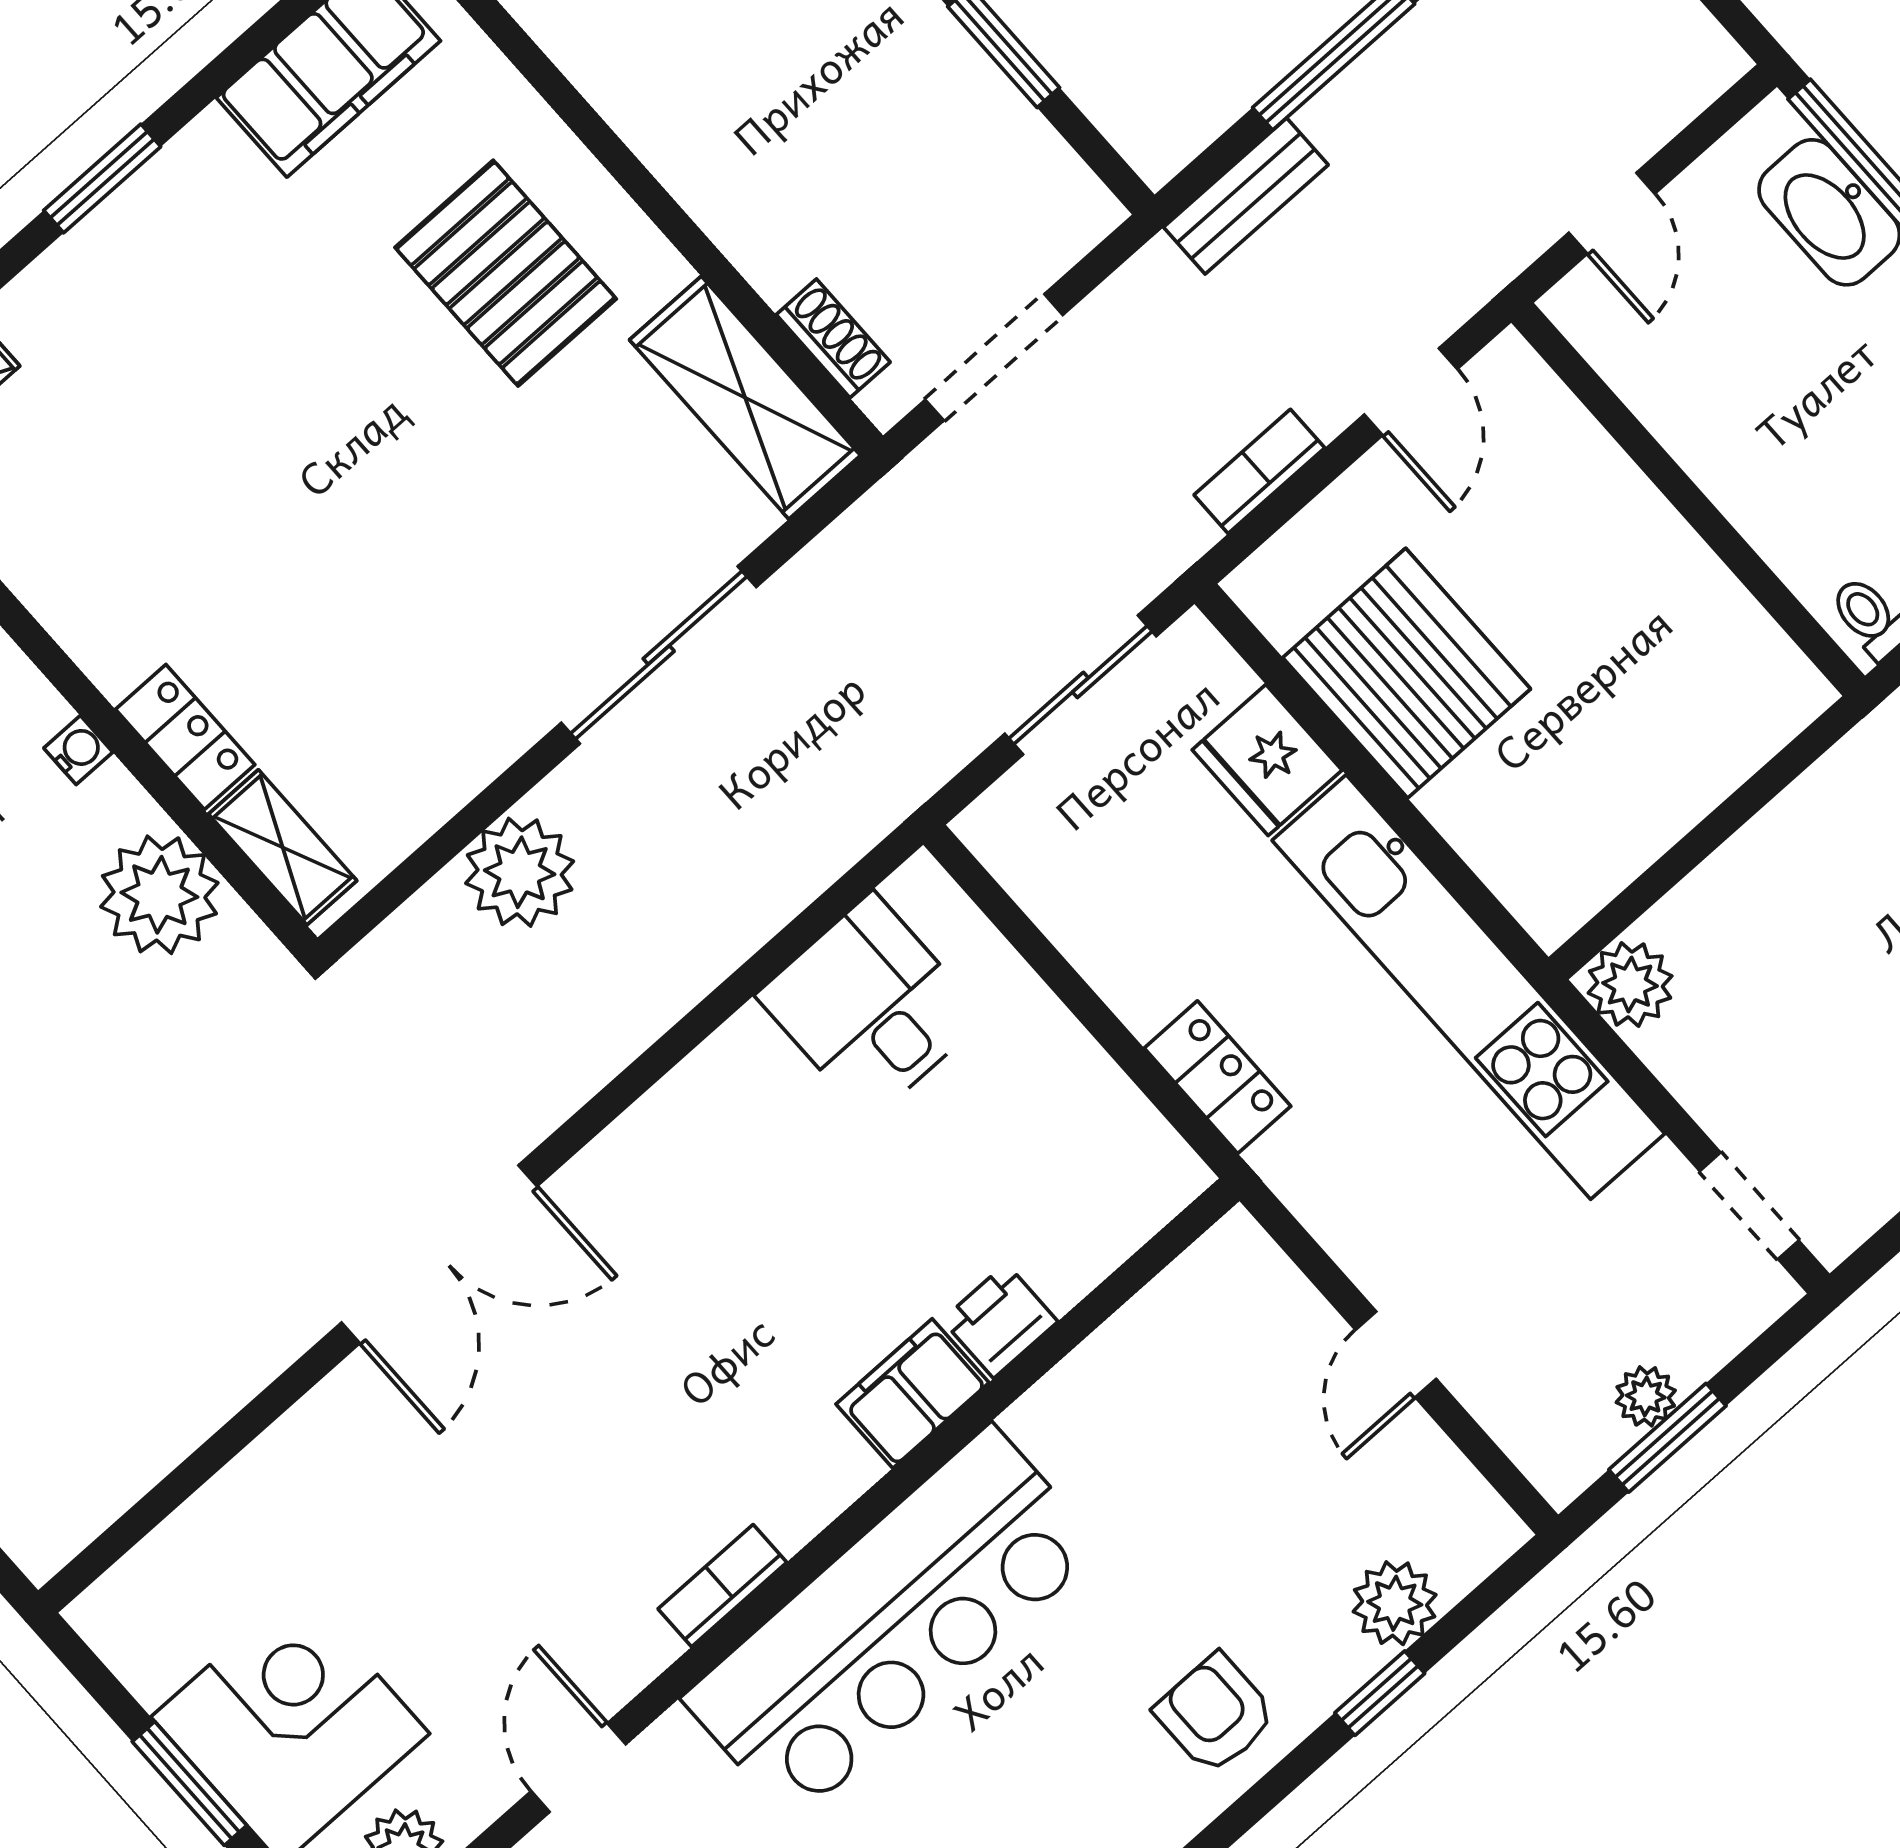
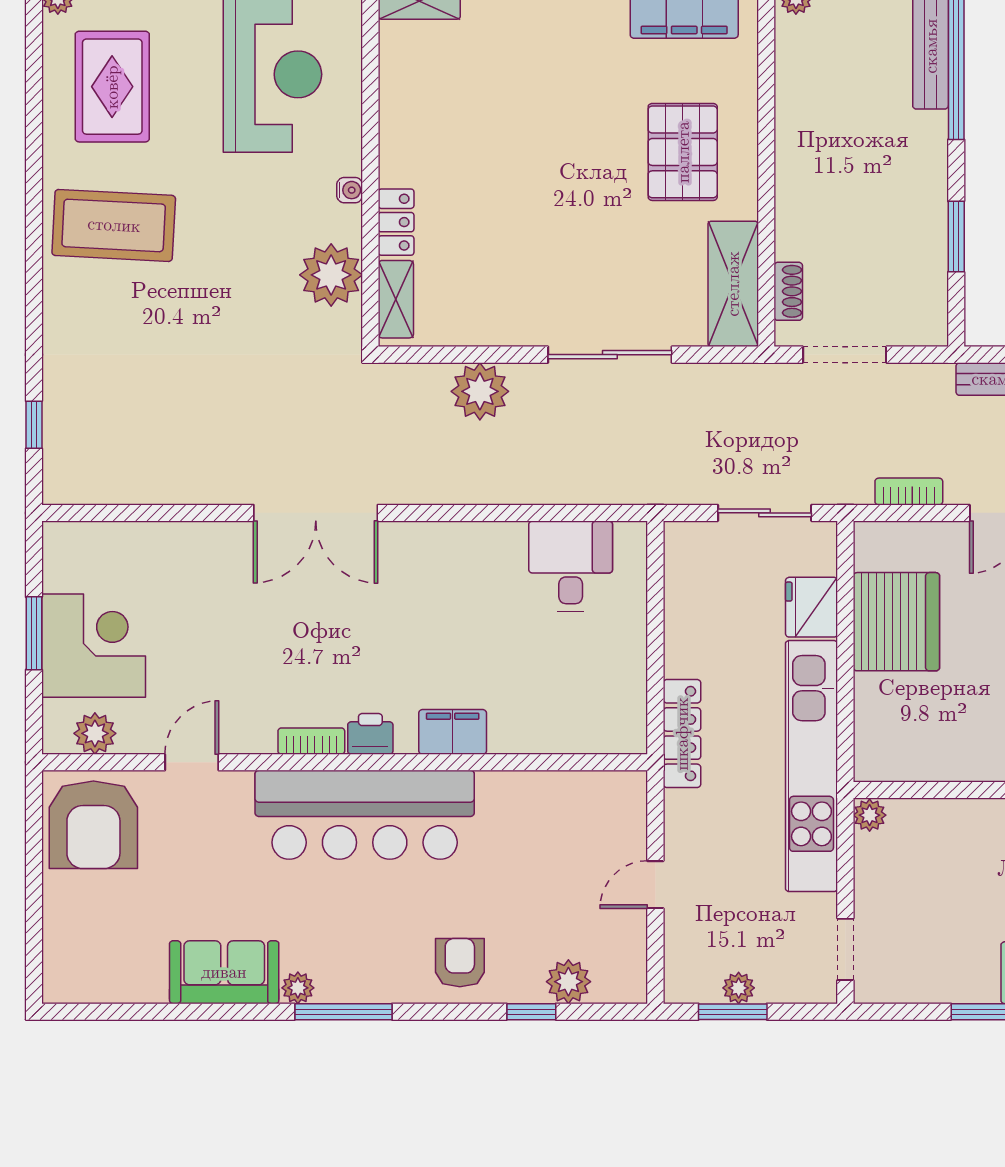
plant: (1630, 984) -> (870, 815), width x0.73, depth x0.73
locker: (1218, 1077) -> (682, 734), width x1.53
printer: (1000, 1321) -> (370, 734), moved

